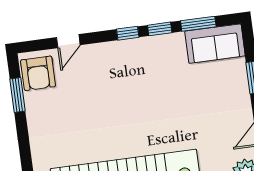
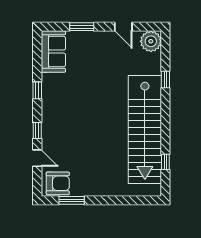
window: (198, 24) -> (37, 62), removed
window: (128, 33) -> (37, 131), moved

